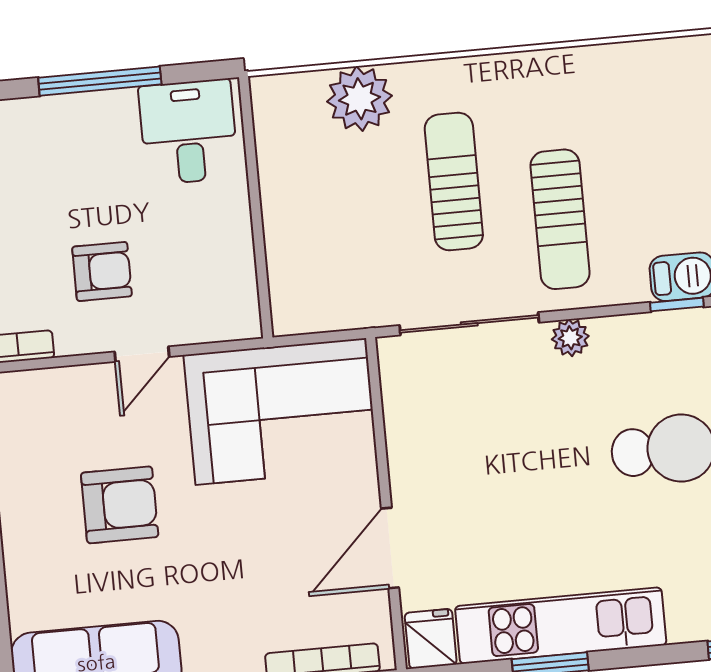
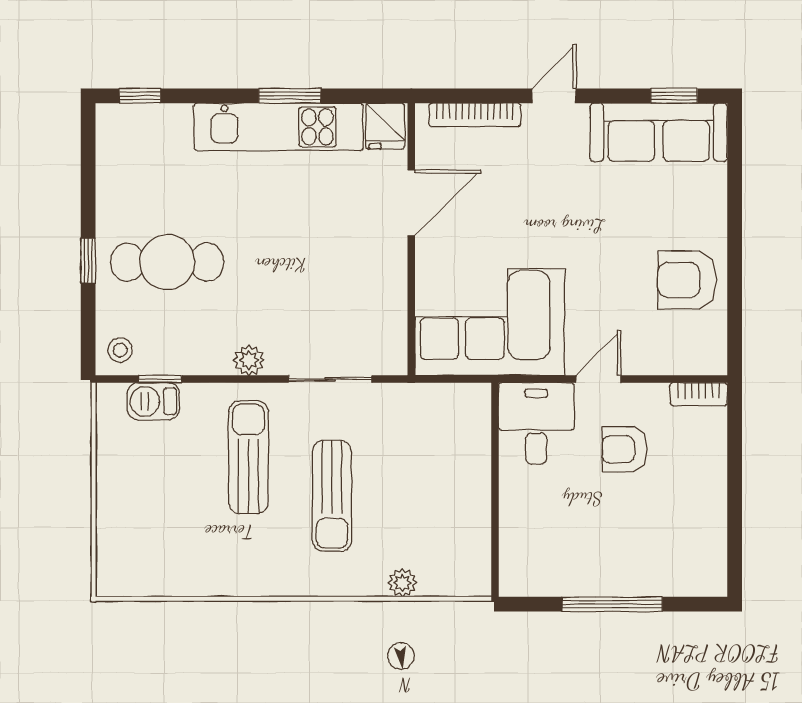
plant: (359, 99) -> (402, 583), width x0.53, depth x0.53
desk: (188, 132) -> (536, 423), moved, turned 180
sliding door: (469, 324) -> (330, 379), width x0.73
armchair: (120, 505) -> (687, 280), moved

